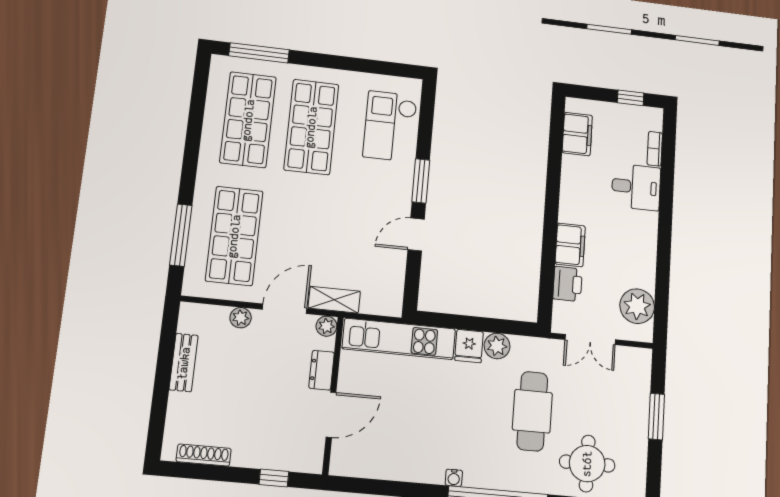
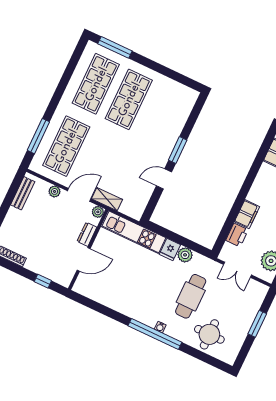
checkout: (390, 126) -> (172, 113), removed
bench: (184, 363) -> (23, 193), moved
water cooler: (454, 478) -> (160, 327), moved

